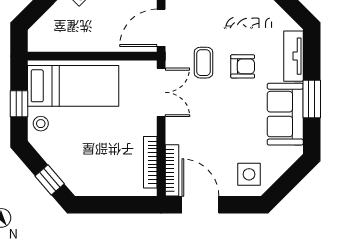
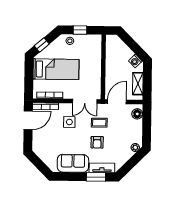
door: (161, 28) -> (117, 102), hinge flipped
bed: (73, 86) -> (56, 69), moved, turned -90
window: (312, 99) -> (96, 177), moved
side table: (249, 174) -> (69, 122), moved

